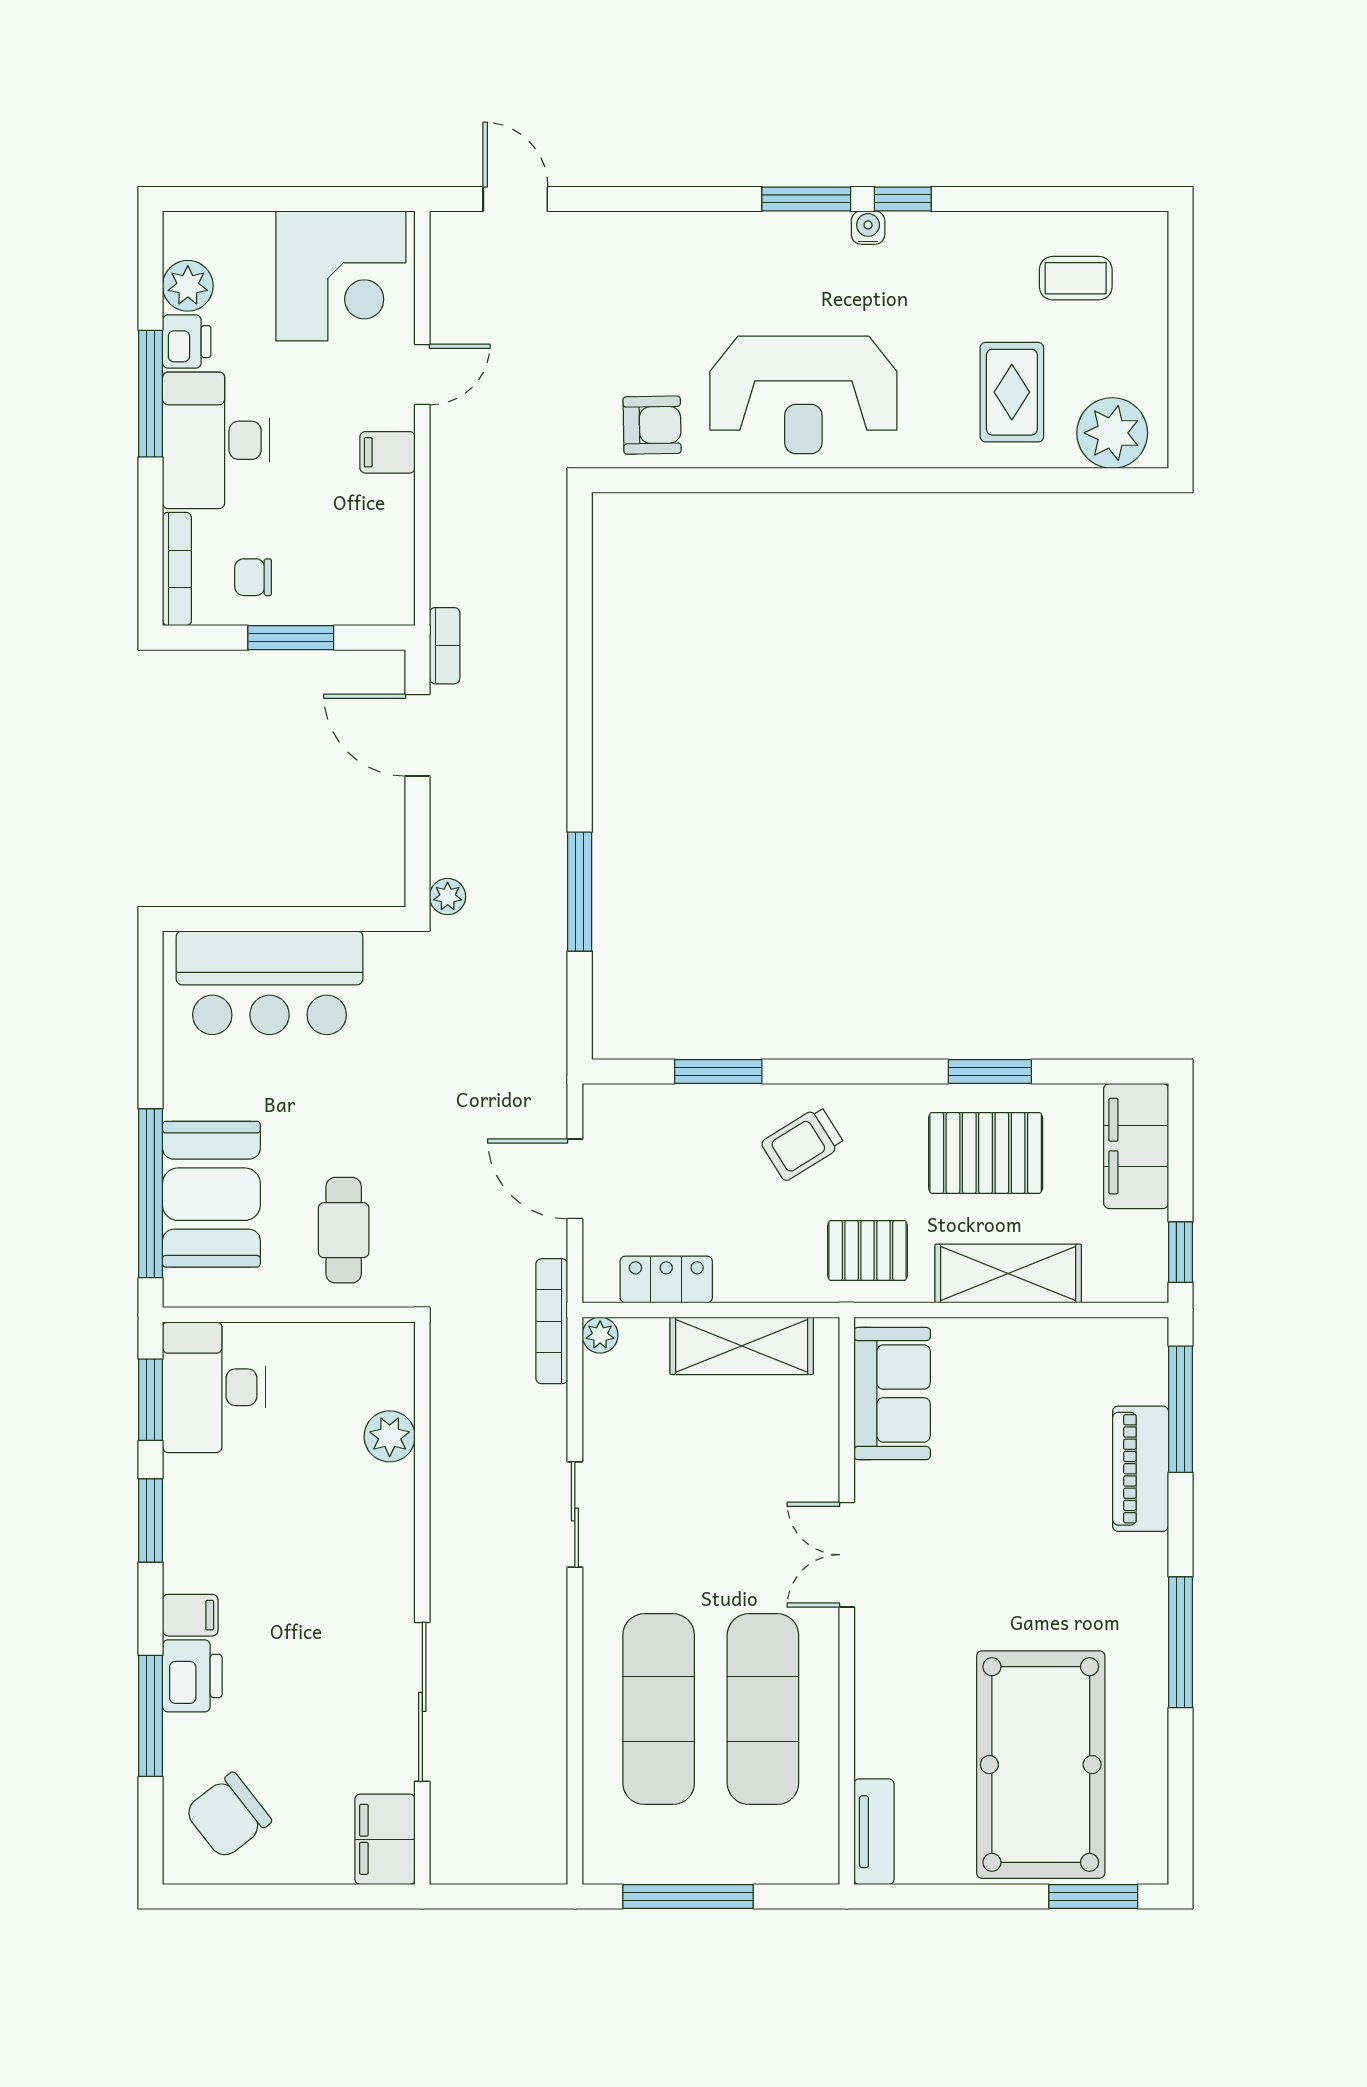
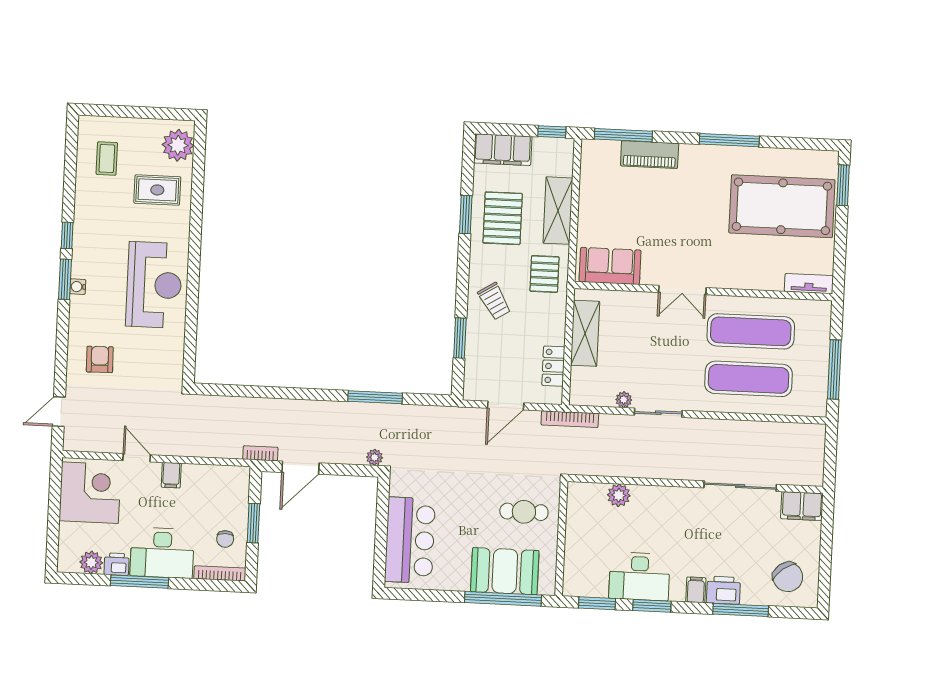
water cooler: (868, 228) -> (78, 287), moved
armchair: (652, 425) -> (100, 359), moved
plant: (600, 1335) -> (624, 400), moved
desk: (214, 1387) -> (639, 576), moved

